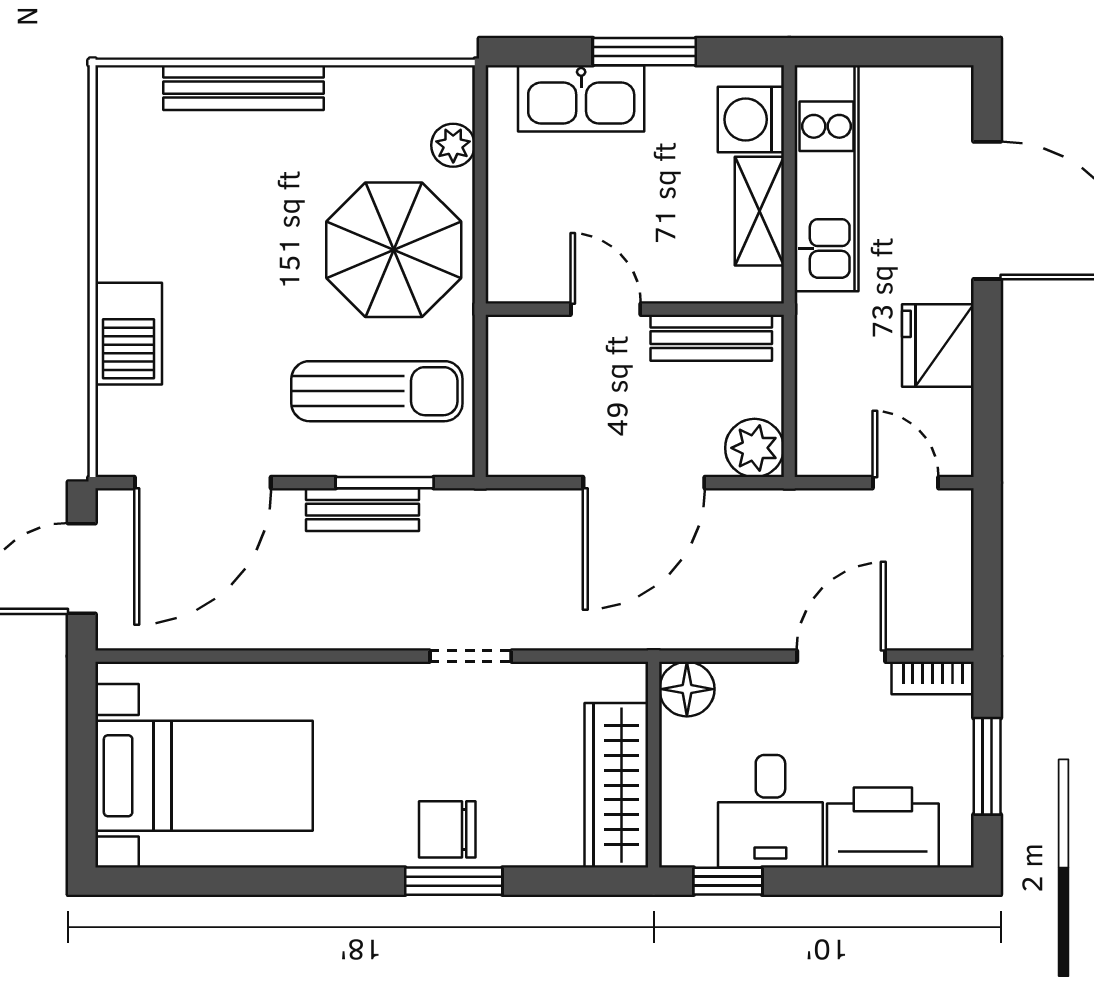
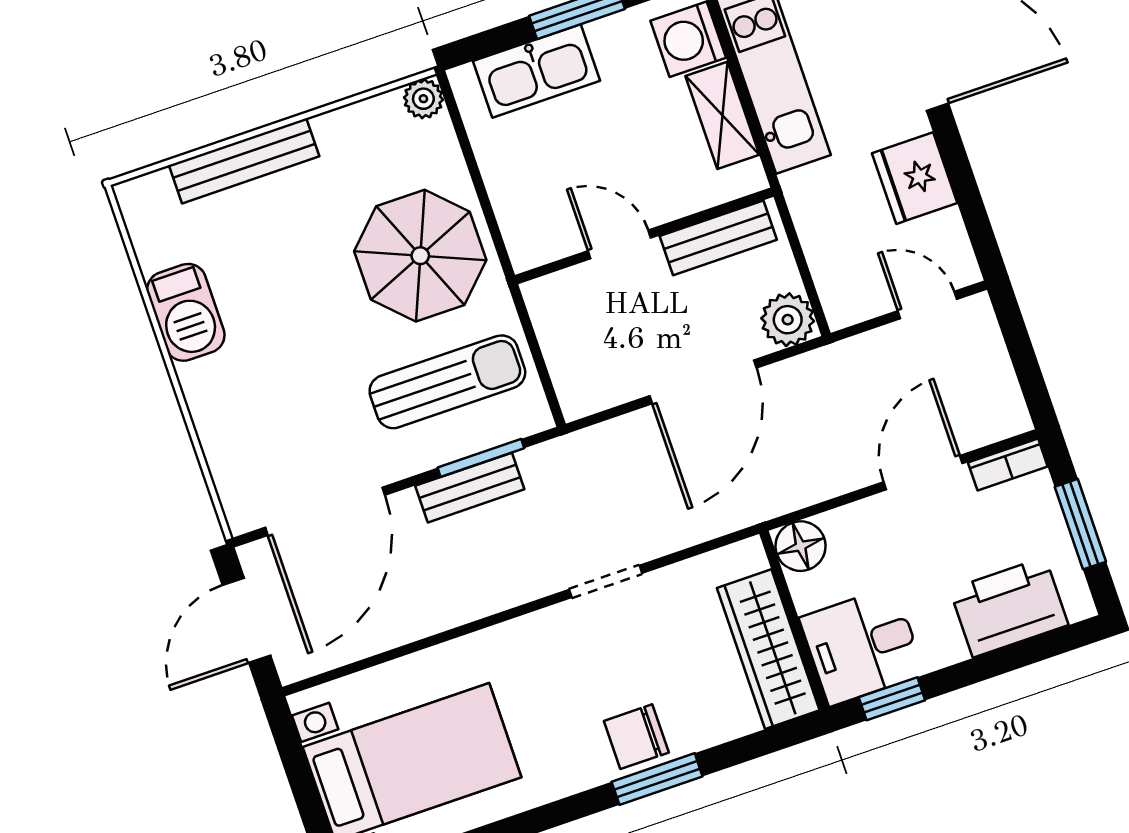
plant: (453, 145) -> (423, 99), moved
barbecue: (129, 334) -> (186, 312), moved
desk: (770, 811) -> (862, 646), moved, turned 90

